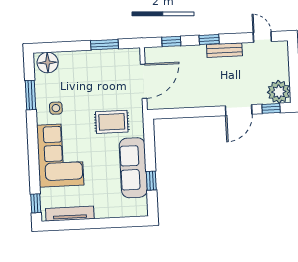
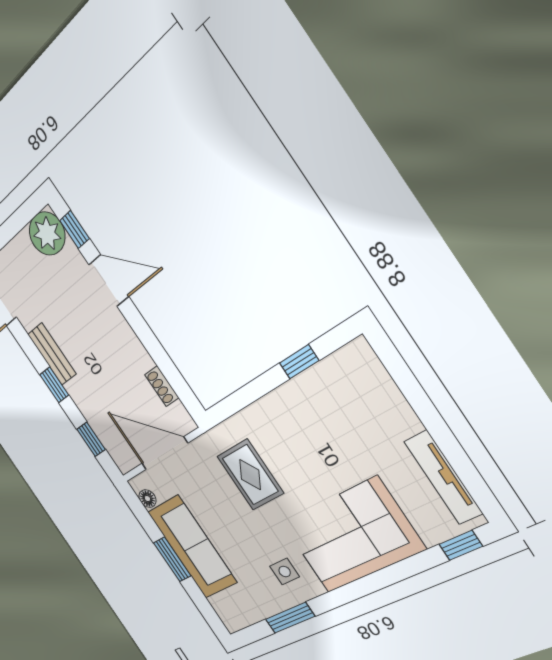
window: (105, 45) -> (172, 559), moved
floor lamp: (48, 63) -> (147, 499), moved, width x0.53, depth x0.53
shoe rack: (176, 103) -> (162, 386), added
sofa: (133, 168) -> (192, 547), moved, turned -90

